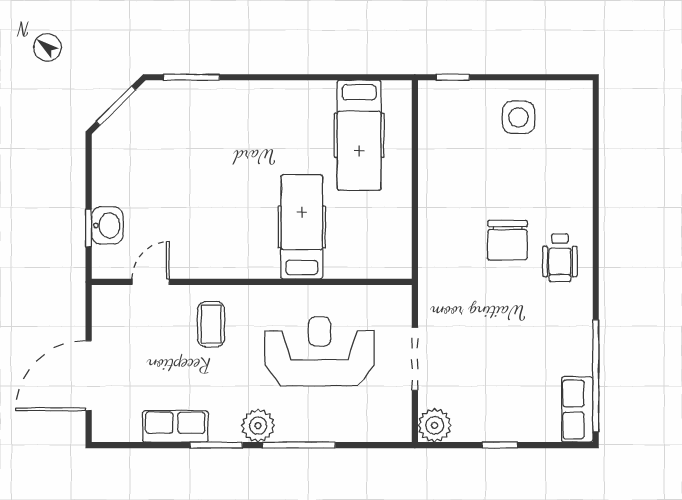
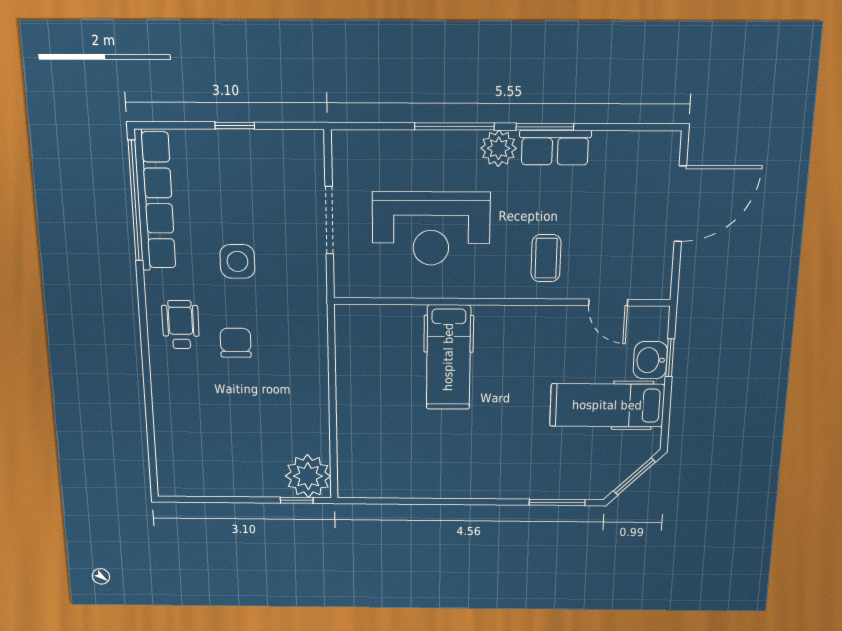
side table: (518, 117) -> (237, 261), moved
hospital bed: (359, 135) -> (607, 405), moved, turned -90
chair: (508, 240) -> (236, 343), width x0.73, depth x0.73
door: (151, 282) -> (608, 302), hinge flipped
row of seats: (577, 409) -> (155, 201), width x2.02
plant: (435, 425) -> (308, 476), moved, width x1.36, depth x1.36
row of seats: (175, 426) -> (555, 148), moved

